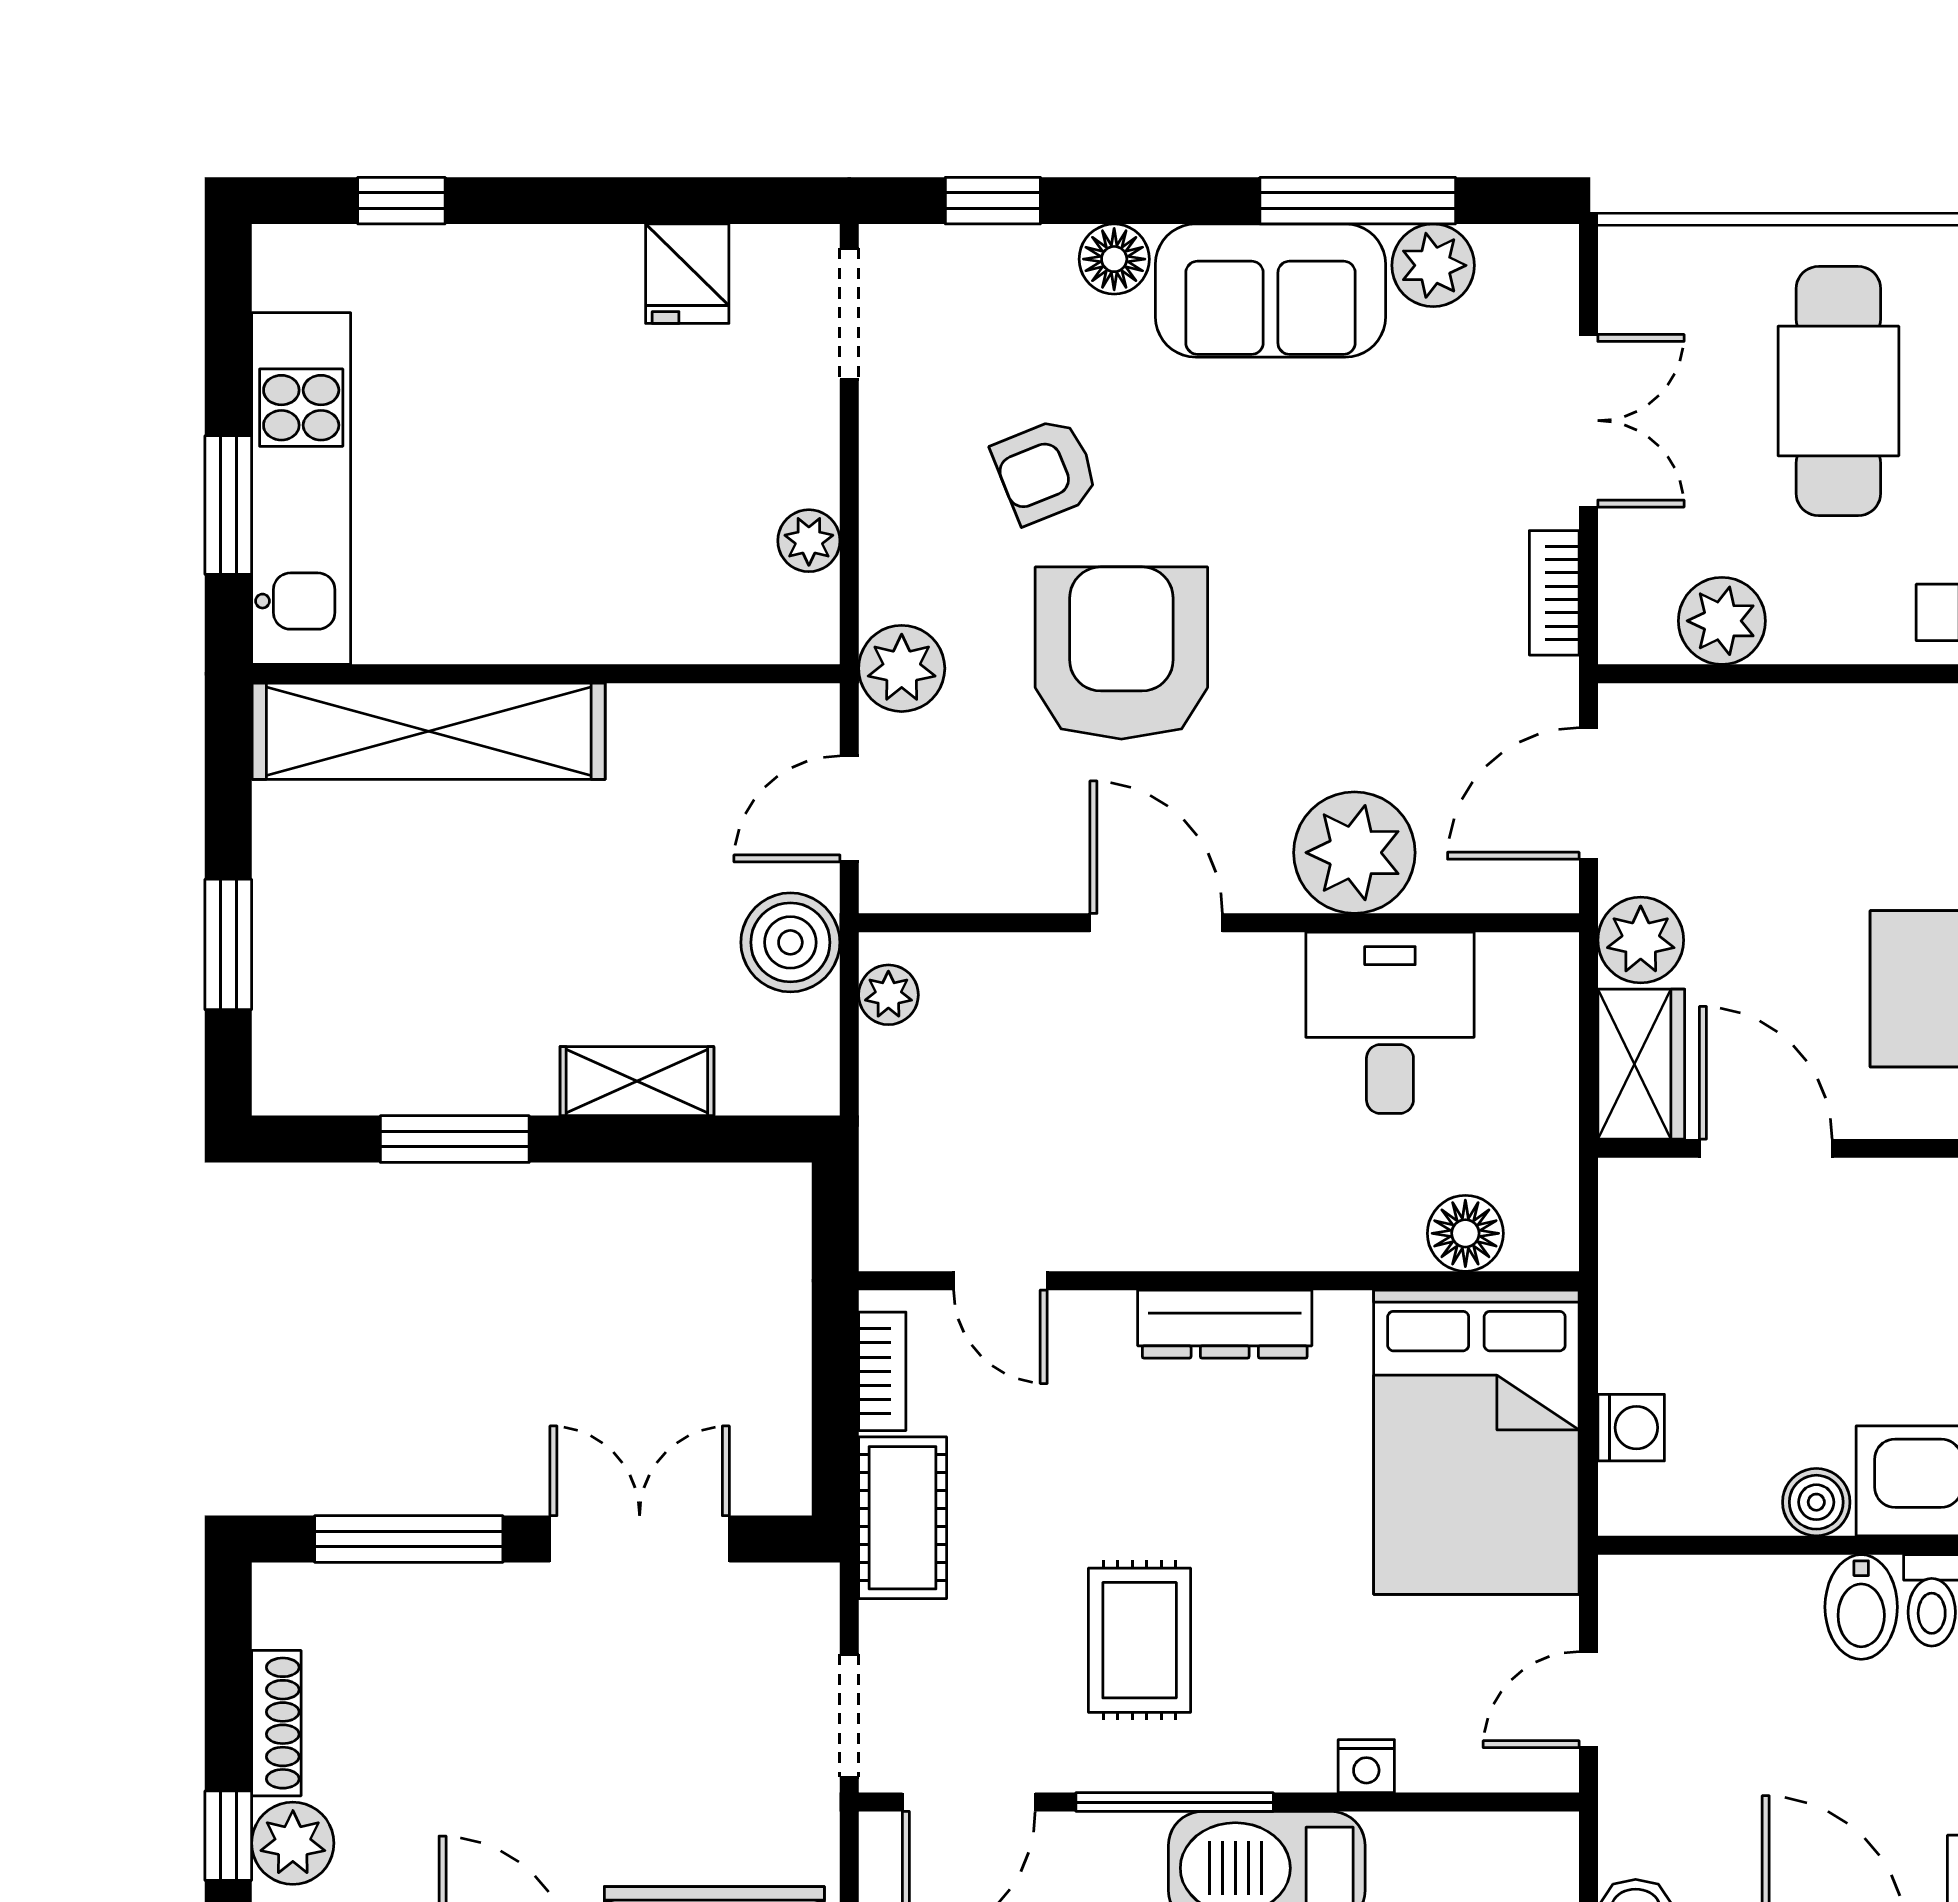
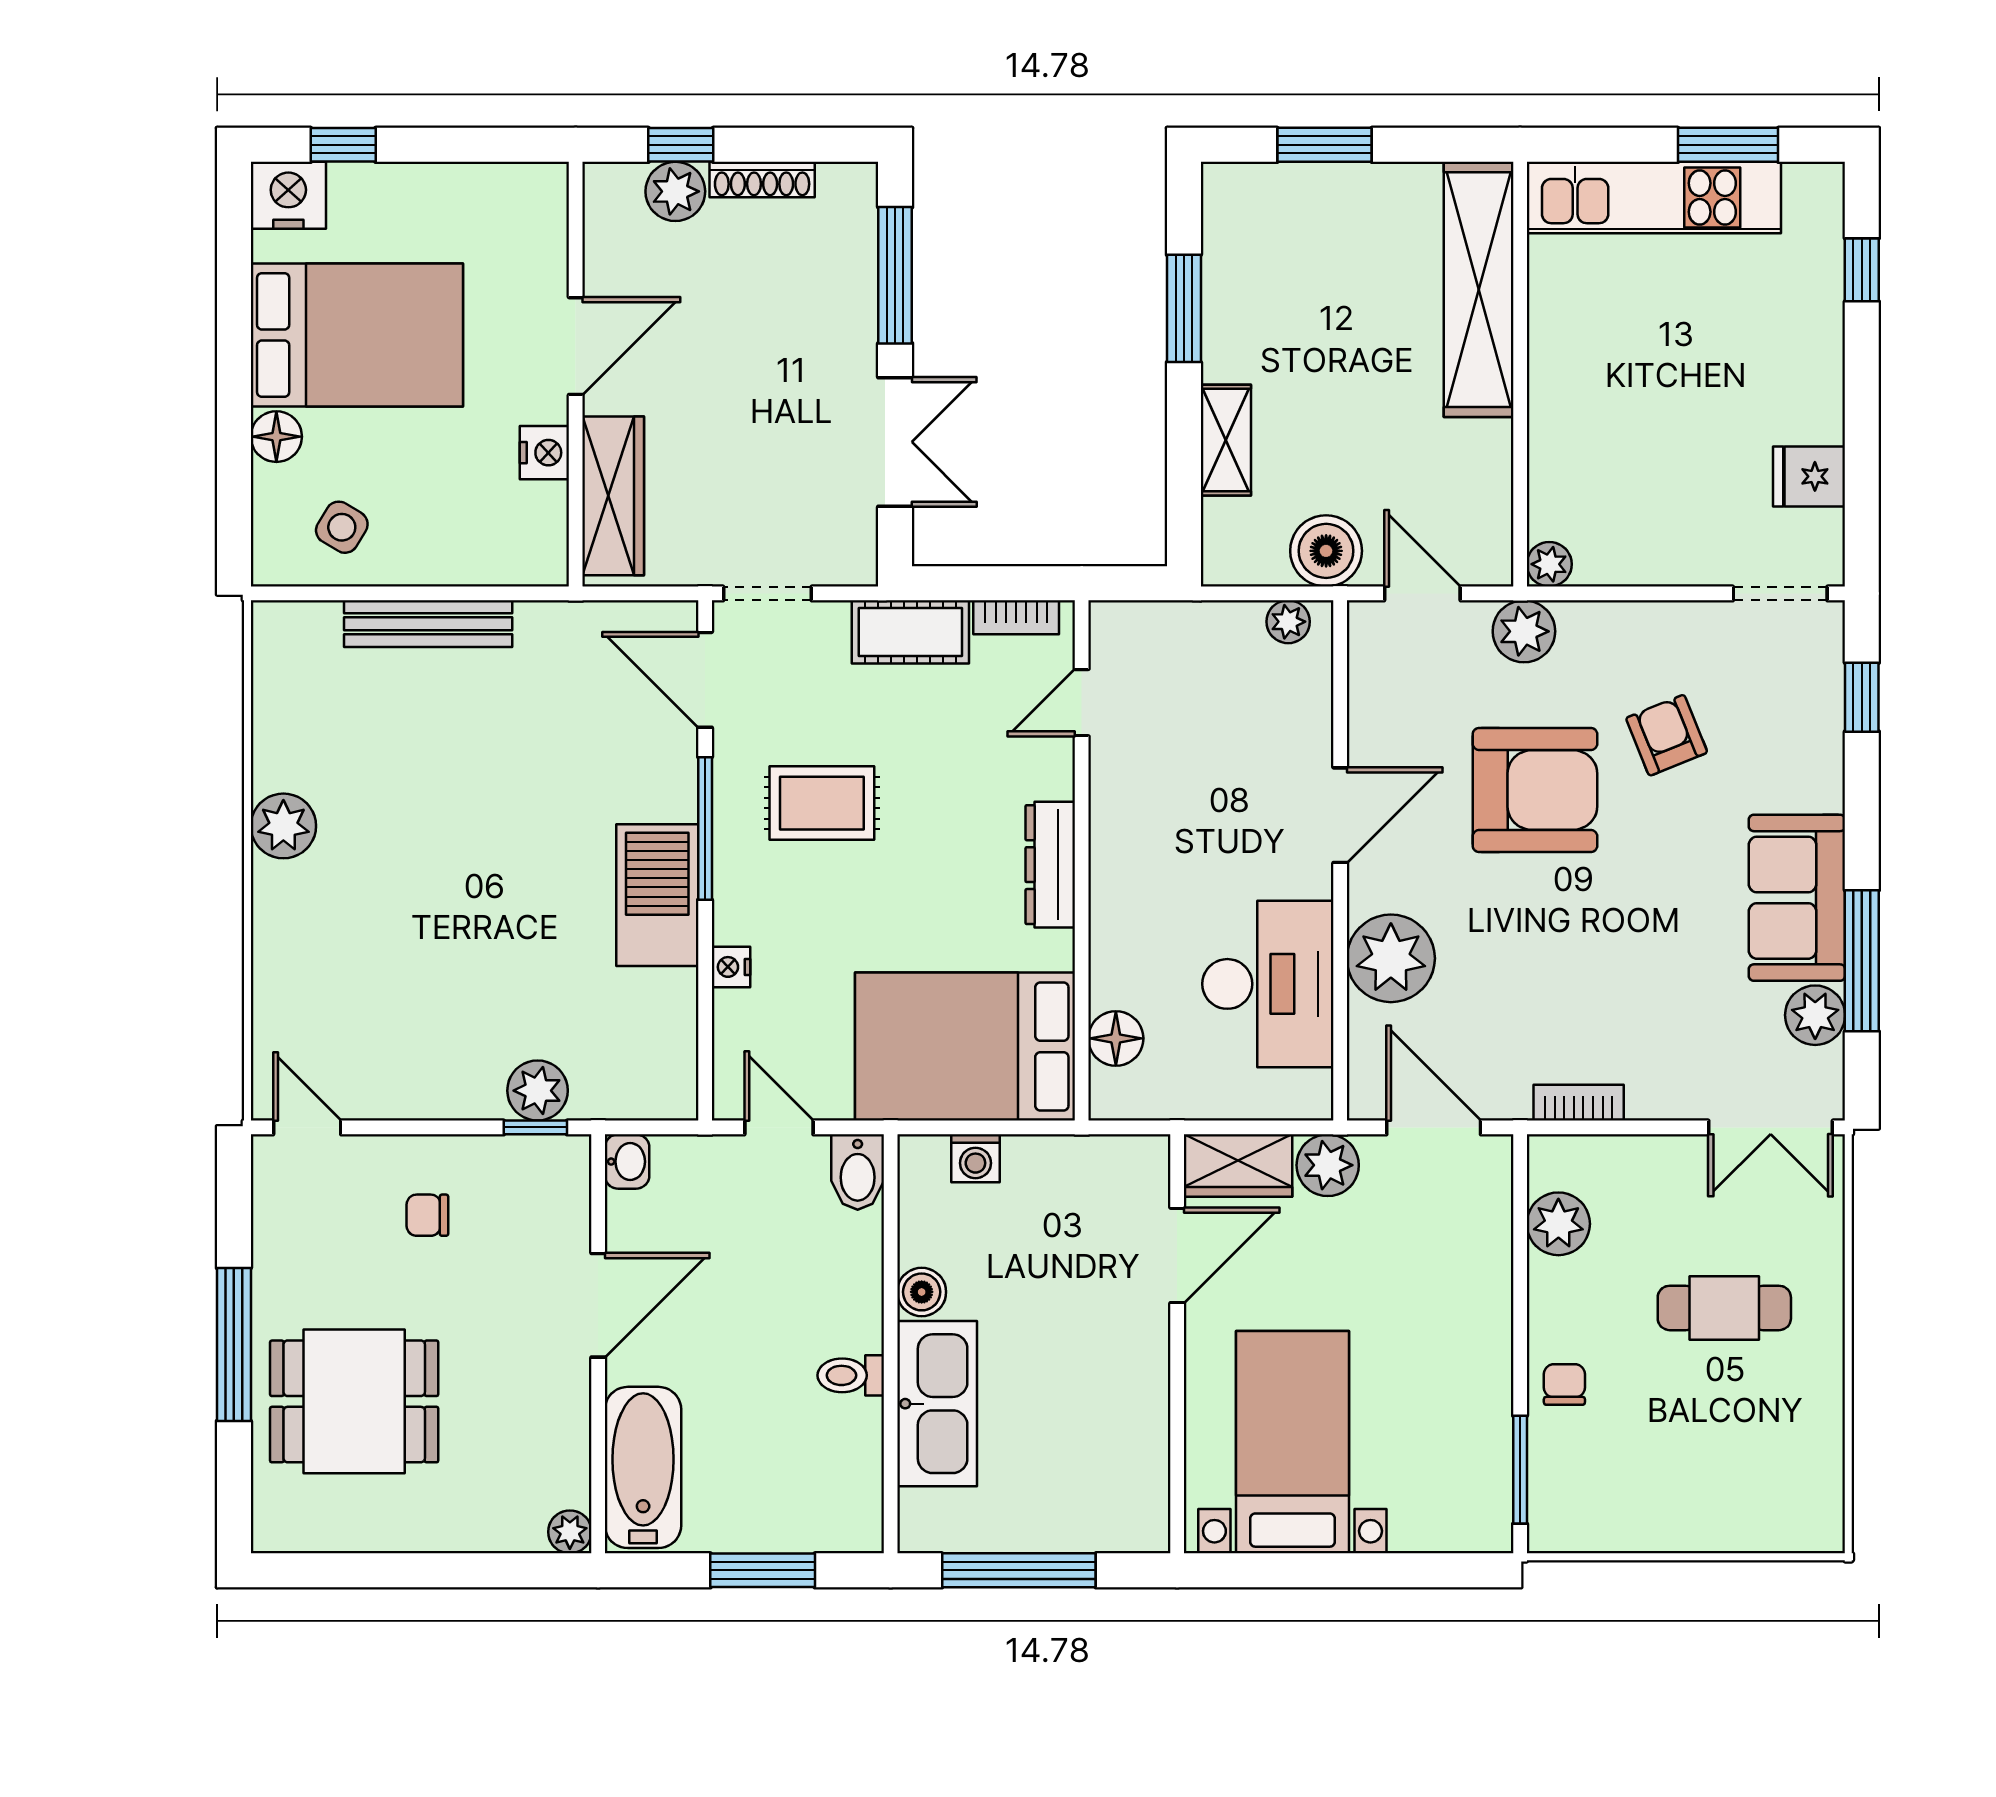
floor lamp: (1114, 259) -> (1820, 785), removed
cafe table: (1838, 391) -> (1724, 1308), width x0.73, depth x0.74
double door: (1588, 421) -> (1771, 1127), moved
window: (228, 505) -> (1728, 145), moved
plant: (809, 541) -> (1549, 564), moved
desk: (1390, 1023) -> (1268, 984), width x1.37
bidet: (1861, 1607) -> (858, 1172), moved, turned -90

